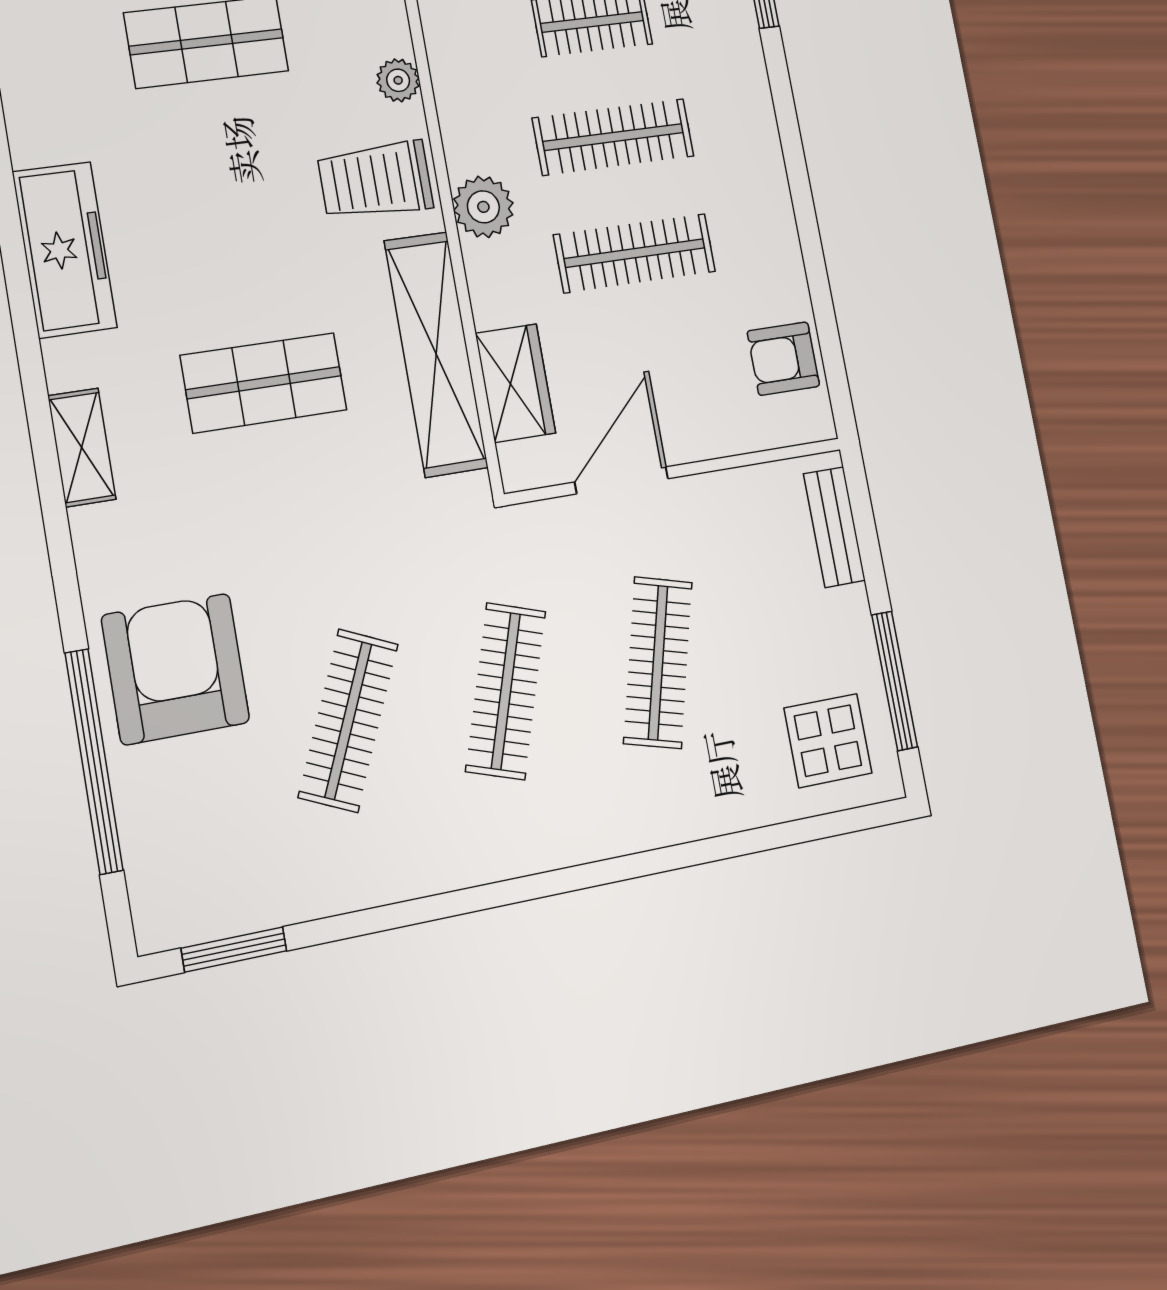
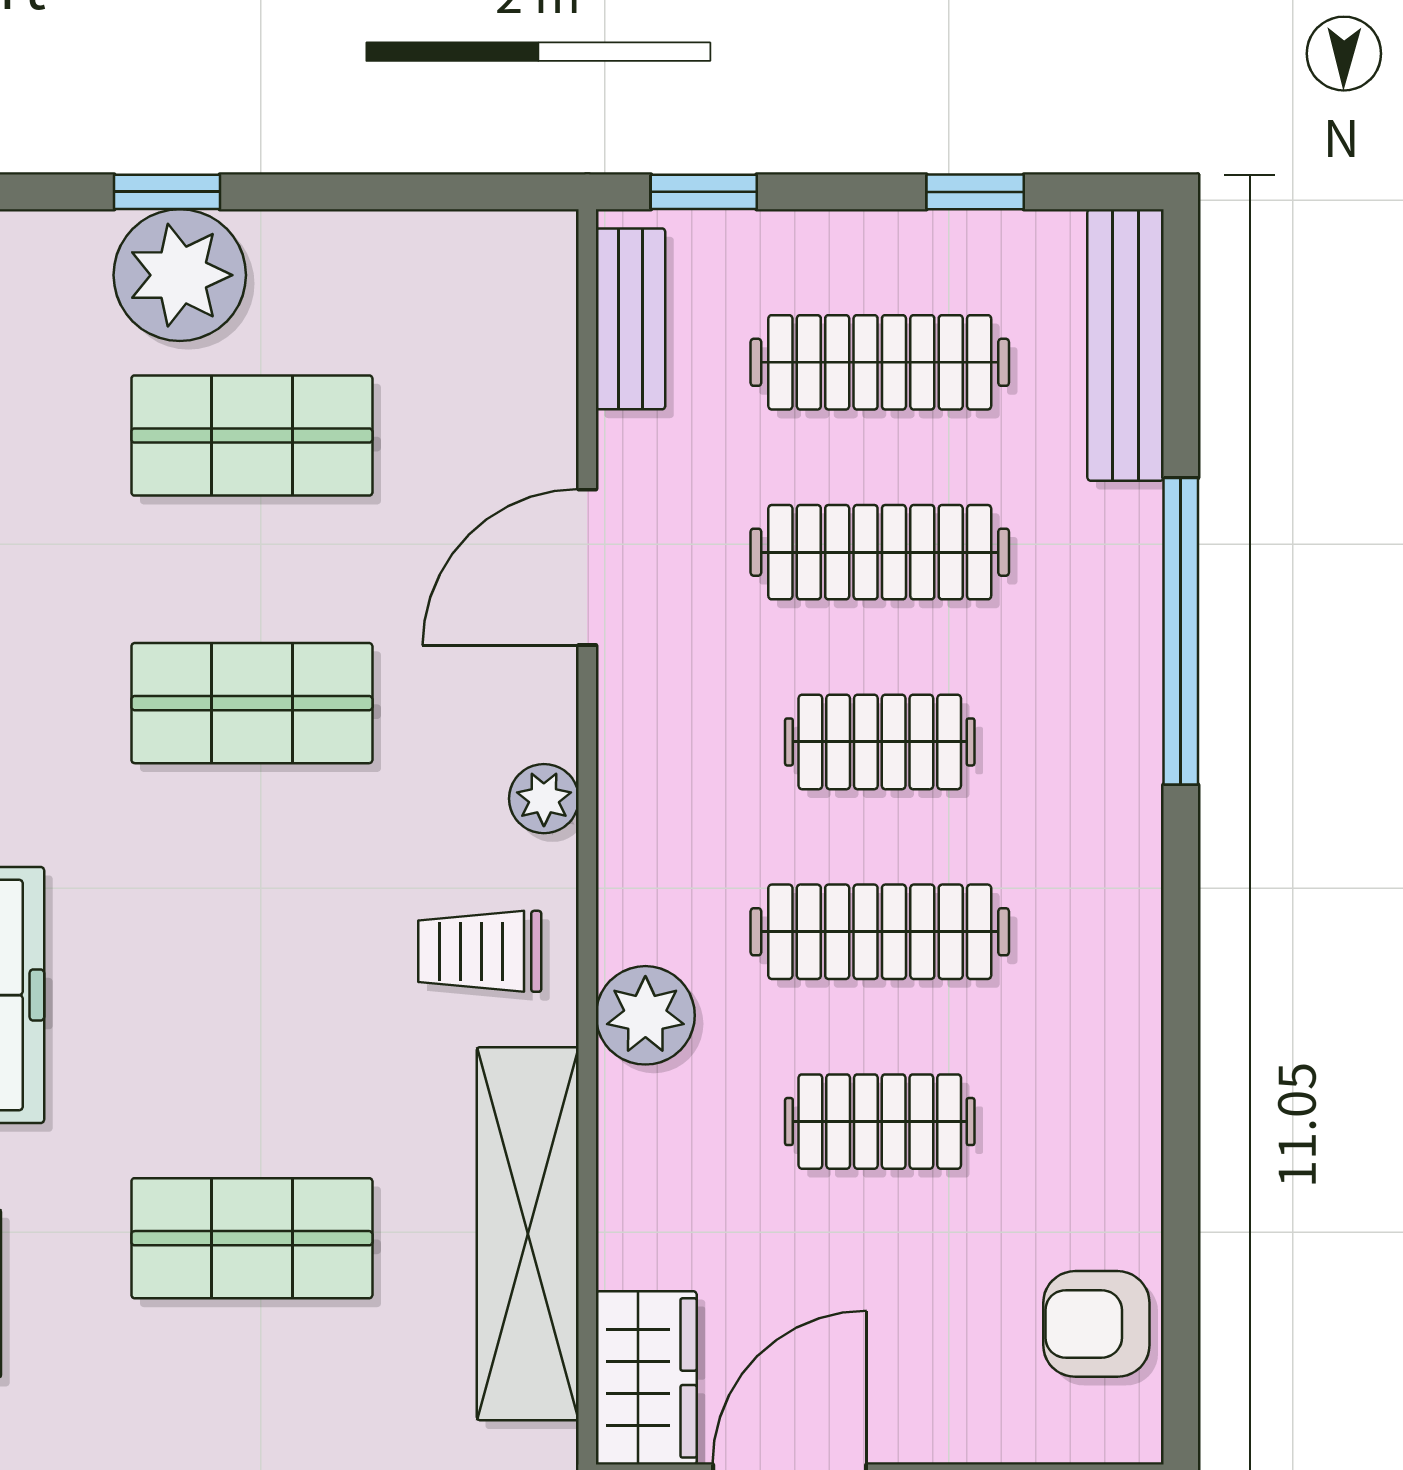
trolley: (375, 180) -> (480, 951), width x0.73, depth x0.72
clothes rail: (635, 253) -> (880, 1122), width x0.73
wardrobe: (515, 383) -> (646, 1378), moved

